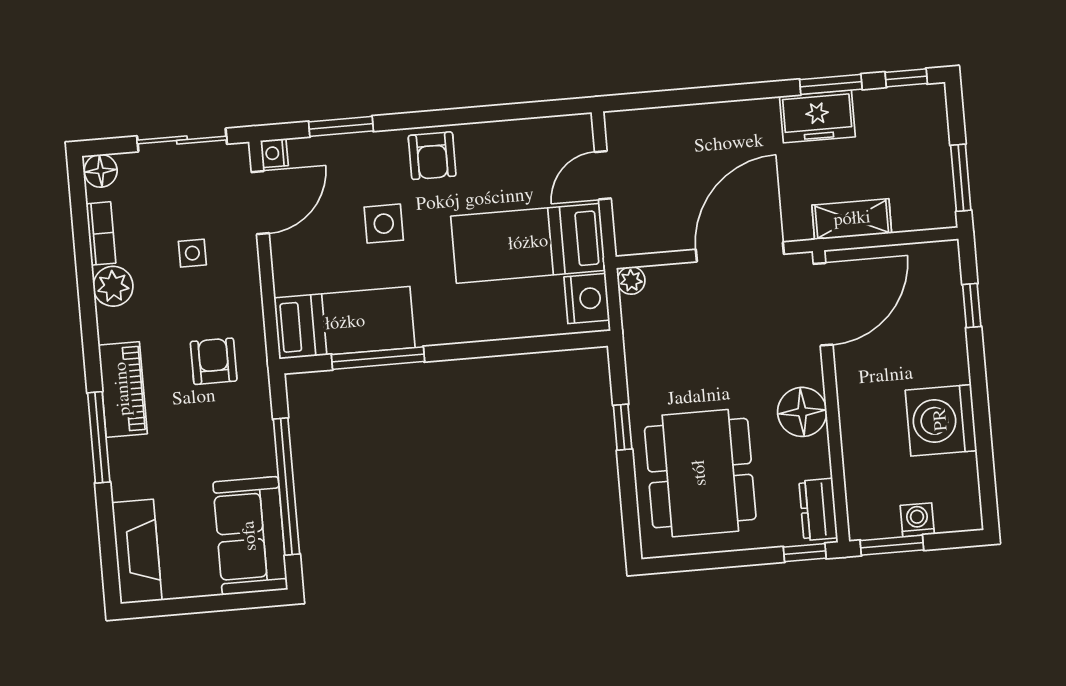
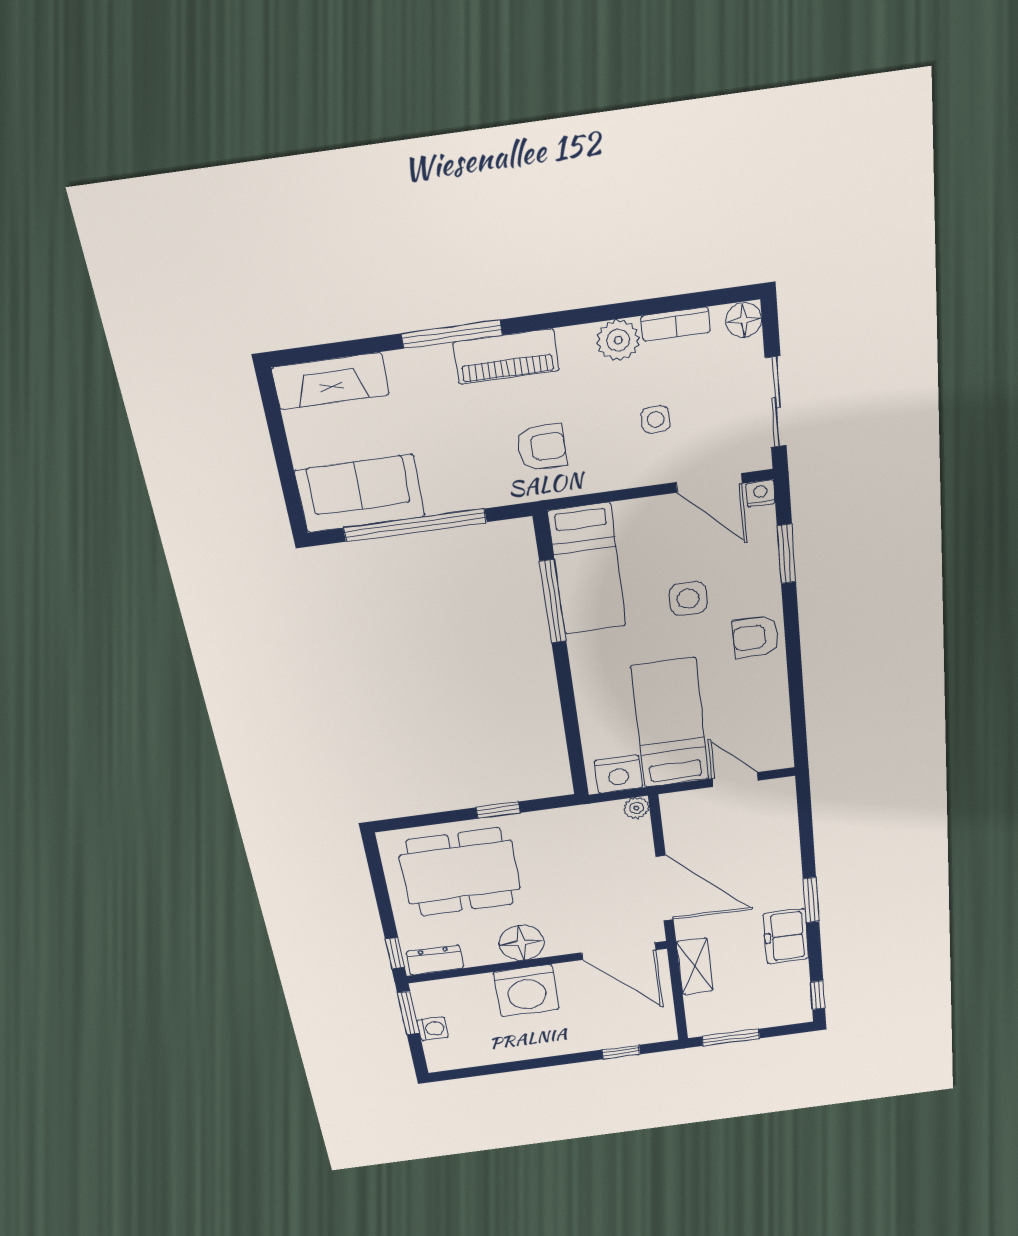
window: (831, 84) -> (811, 900), moved
washing machine: (941, 420) -> (526, 991), moved, turned 180

